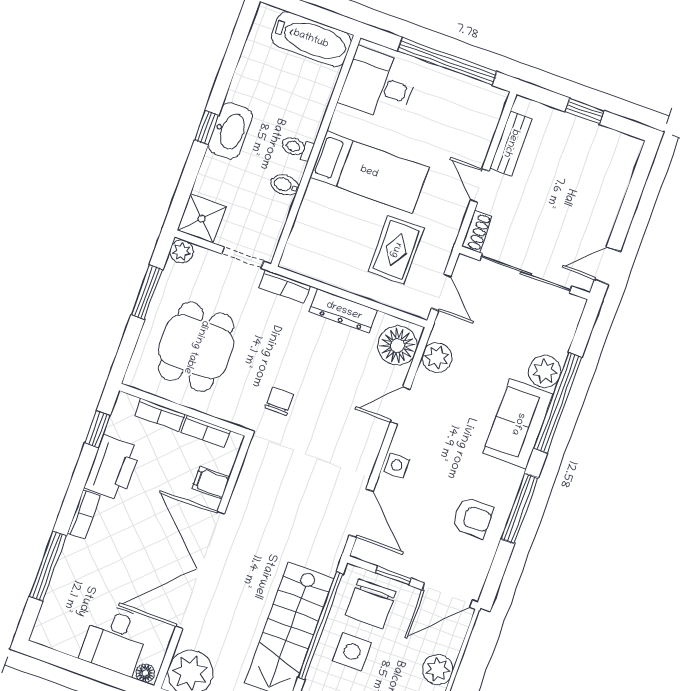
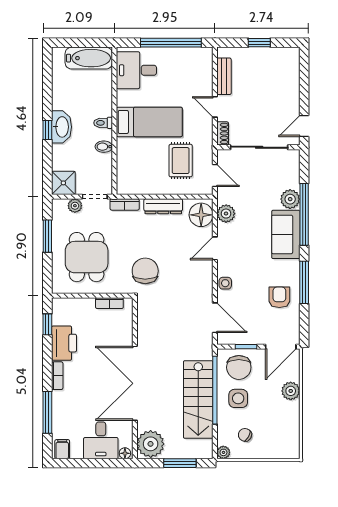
plant: (182, 251) -> (75, 206), moved
chair: (279, 401) -> (145, 271), width x1.87, depth x1.87
bookcase: (160, 415) -> (80, 303), removed
filing cabinet: (211, 483) -> (62, 449), moved, turned 90
armchair: (473, 518) -> (279, 297), turned -90

